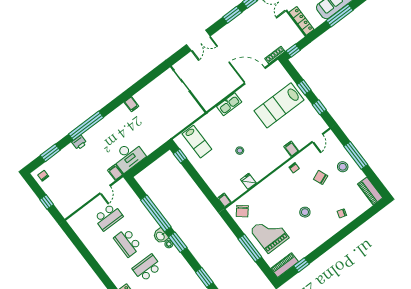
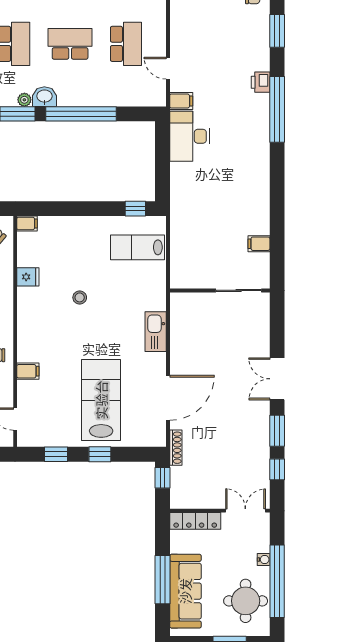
double door: (198, 40) -> (277, 379), moved
filing cabinet: (131, 104) -> (259, 244), moved
school desk: (108, 217) -> (126, 44), turned 180

